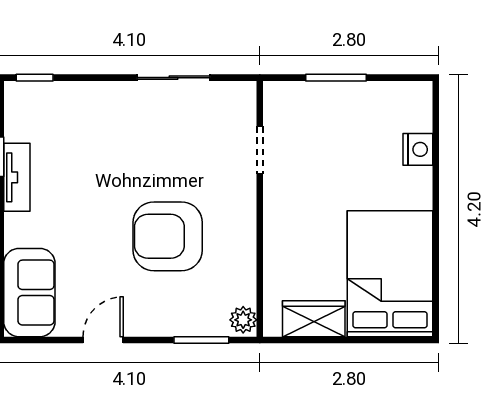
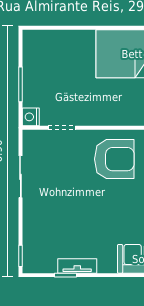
nightstand: (418, 149) -> (31, 117), moved, turned -90
armchair: (168, 236) -> (114, 159), moved, turned -90

